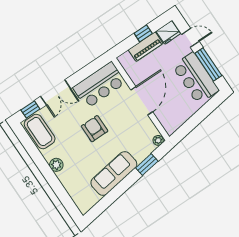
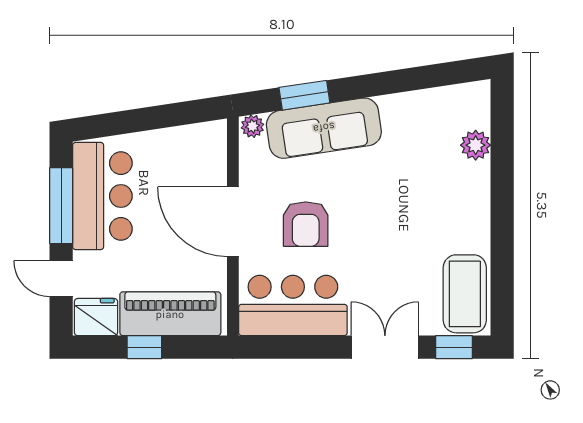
piano: (146, 47) -> (170, 314), width x1.37, depth x1.33
door: (142, 101) -> (233, 222), hinge flipped
armchair: (95, 129) -> (306, 224), moved
plant: (56, 165) -> (476, 145), moved
sofa: (114, 174) -> (324, 128), moved

